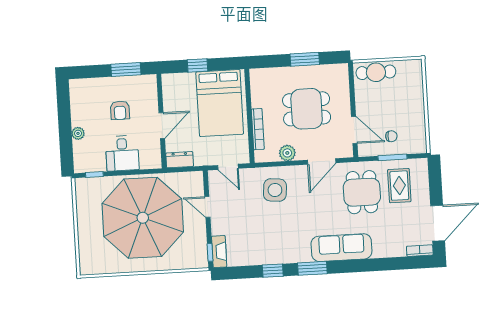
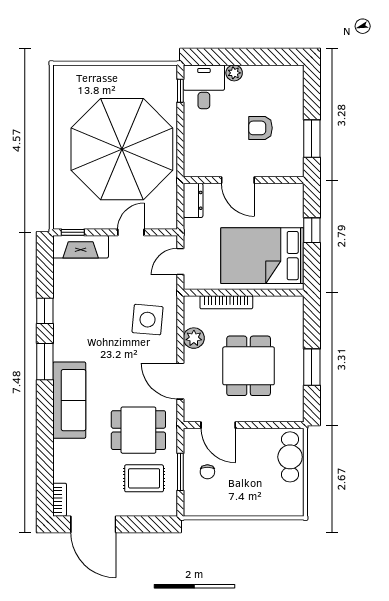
door: (354, 130) -> (218, 425), hinge flipped
desk: (122, 153) -> (204, 87), moved, turned 90
fireplace: (219, 252) -> (81, 247), width x1.37, depth x1.32

